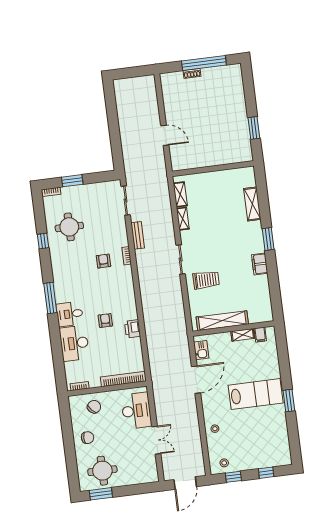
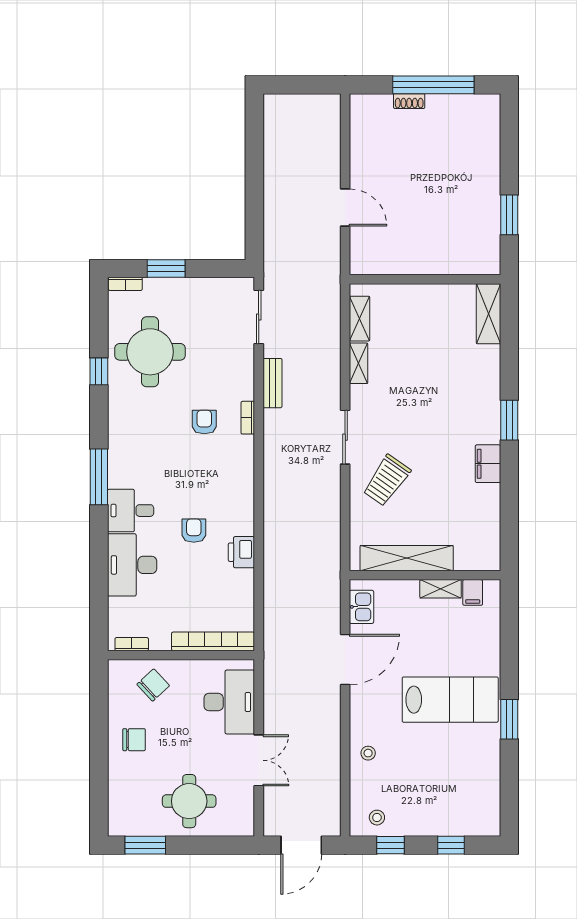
shelving: (252, 204) -> (489, 314), moved
round table: (69, 227) -> (150, 352), width x1.36, depth x1.36
trolley: (206, 280) -> (387, 480), turned 125
round table: (102, 471) -> (189, 801), moved

